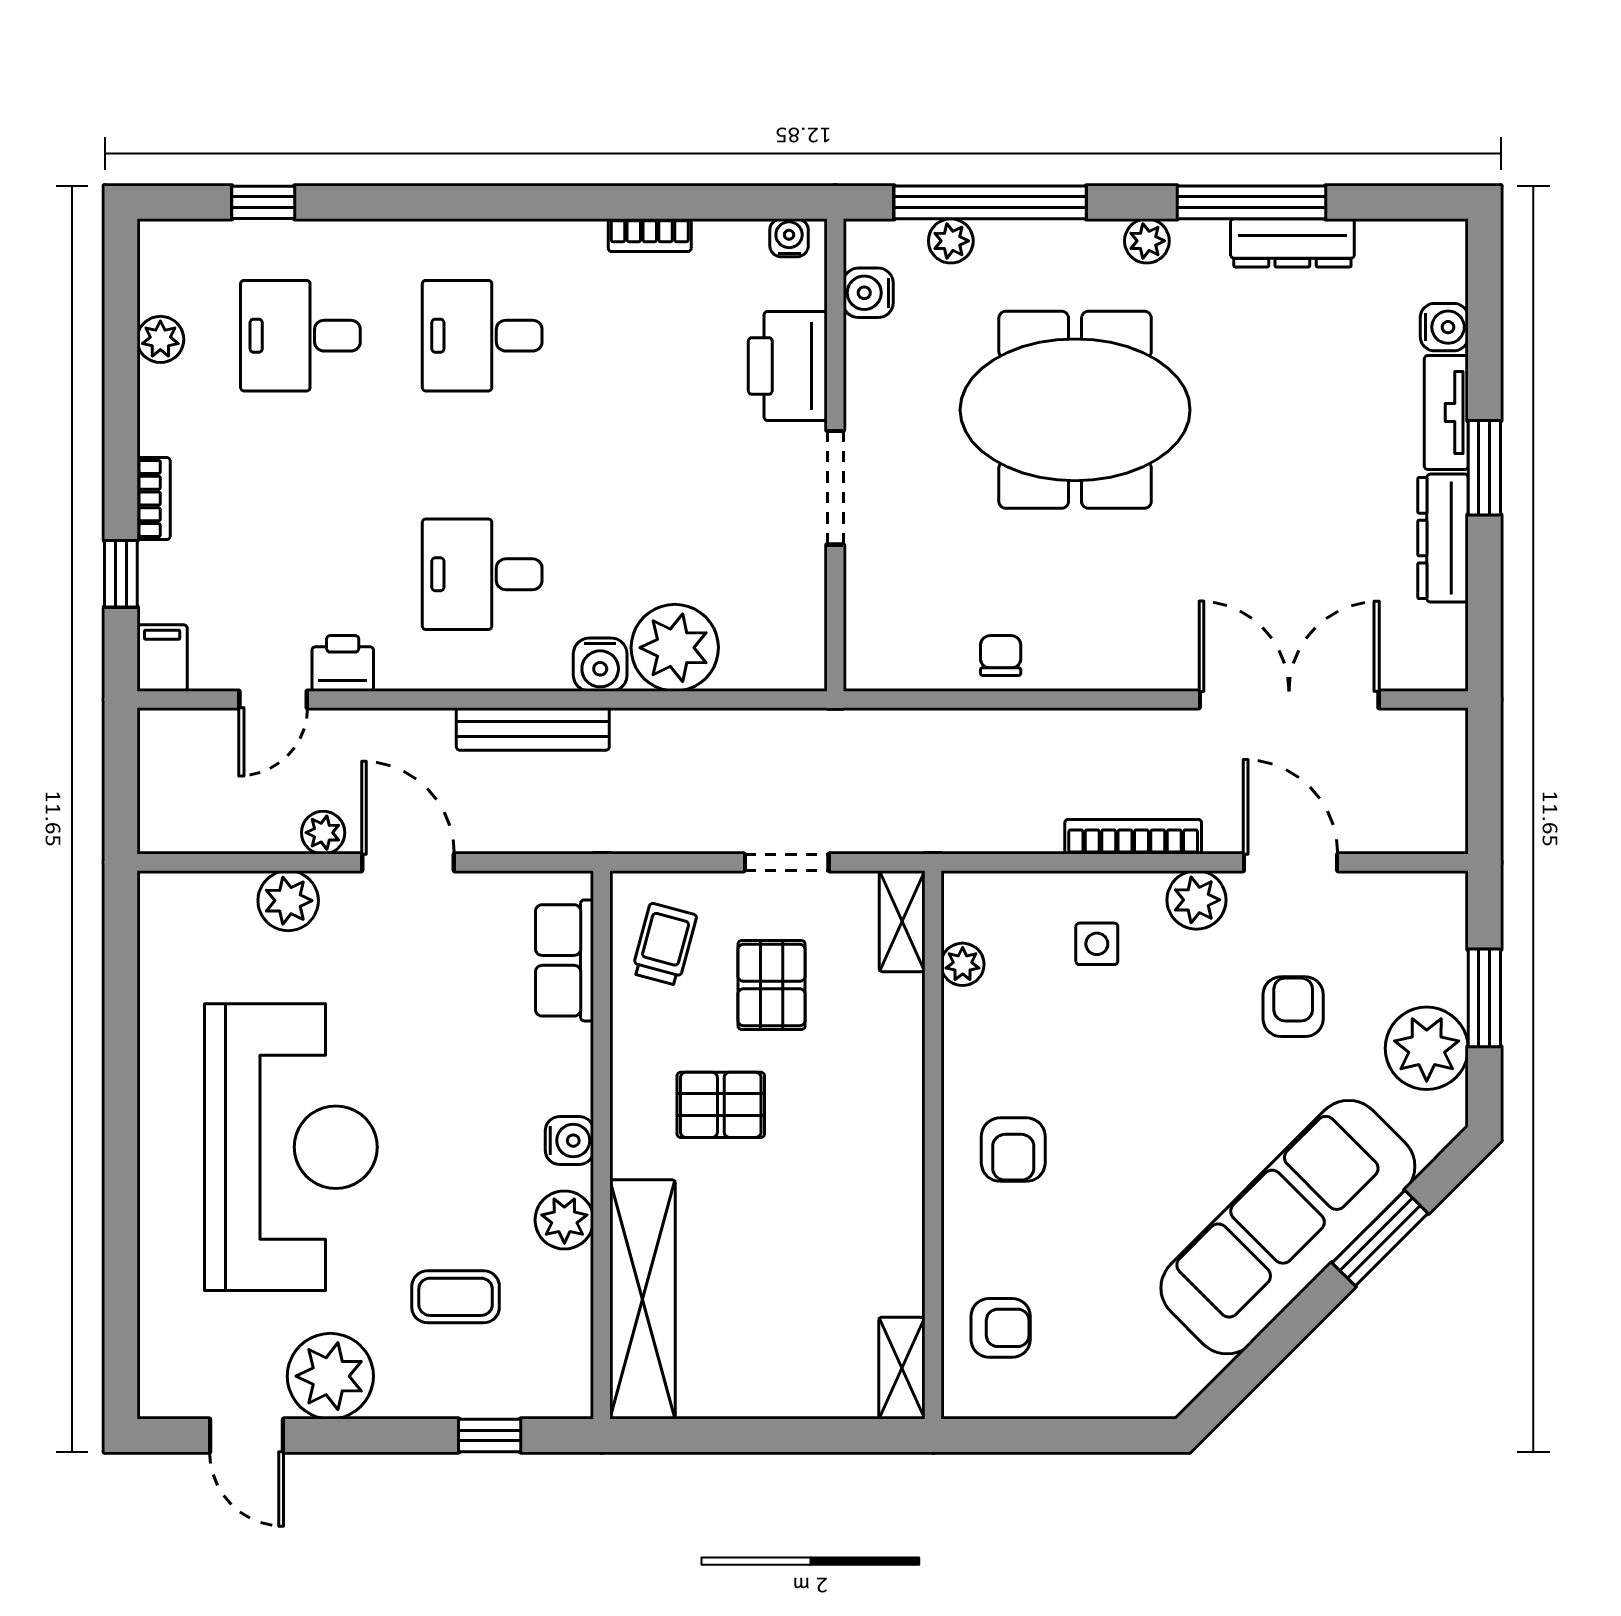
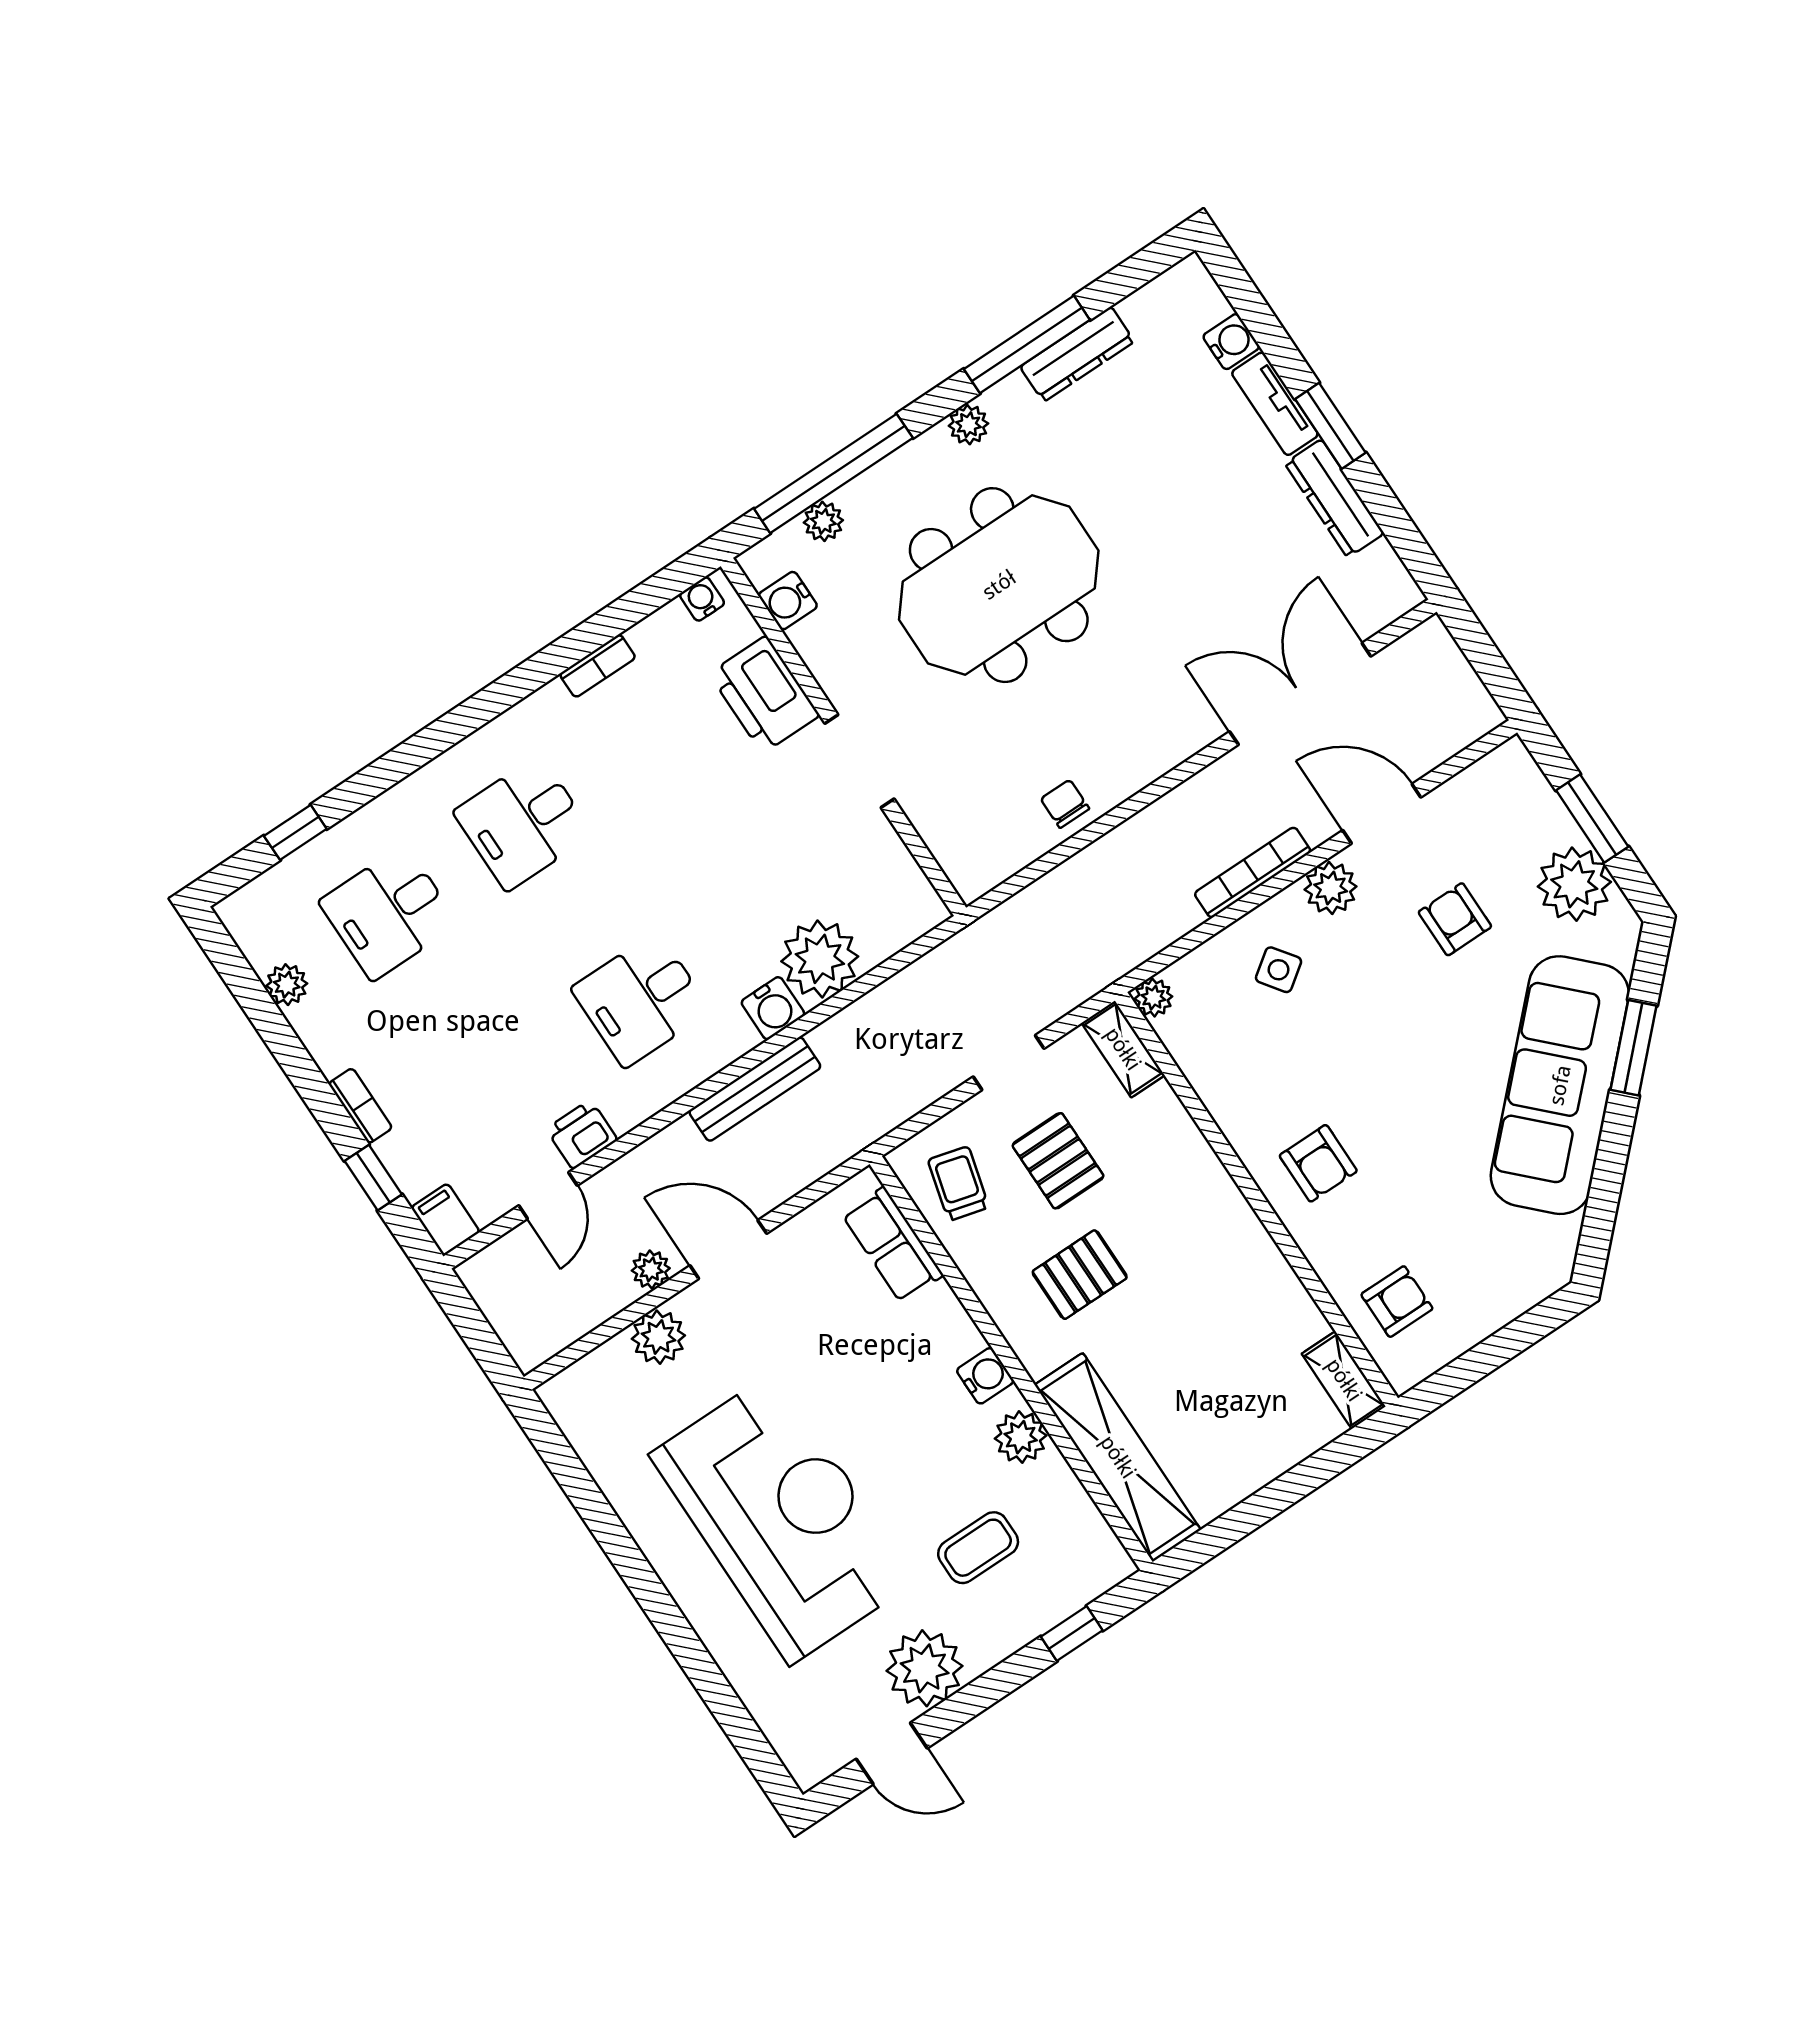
side table: (1097, 944) -> (1279, 970), turned -36
plant: (963, 964) -> (1153, 998), moved

